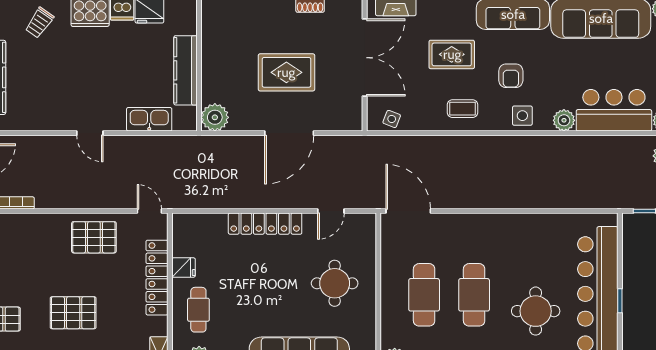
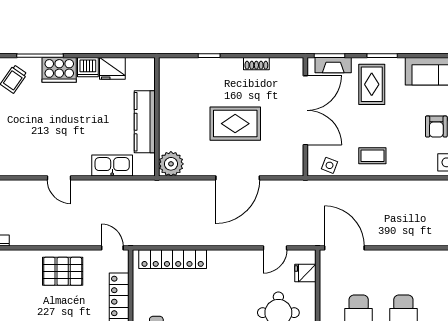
rug: (452, 54) -> (372, 84), moved, turned 90
coffee table: (462, 109) -> (372, 156), moved
locker: (265, 224) -> (173, 259), moved
fridge: (183, 267) -> (305, 273), moved, turned 180

